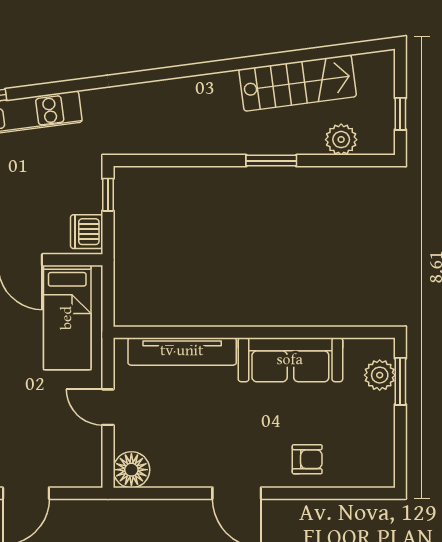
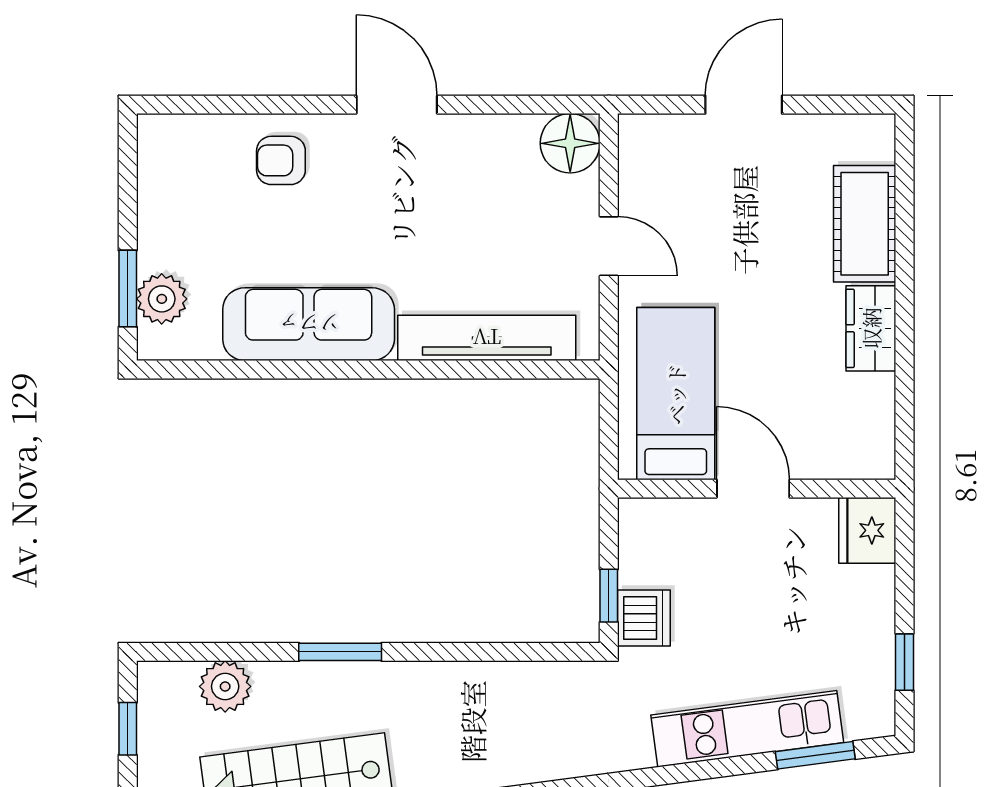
dishwasher: (87, 232) -> (644, 618), moved

